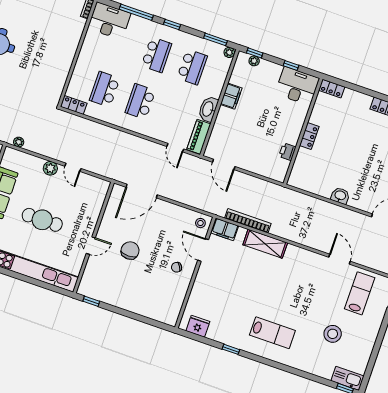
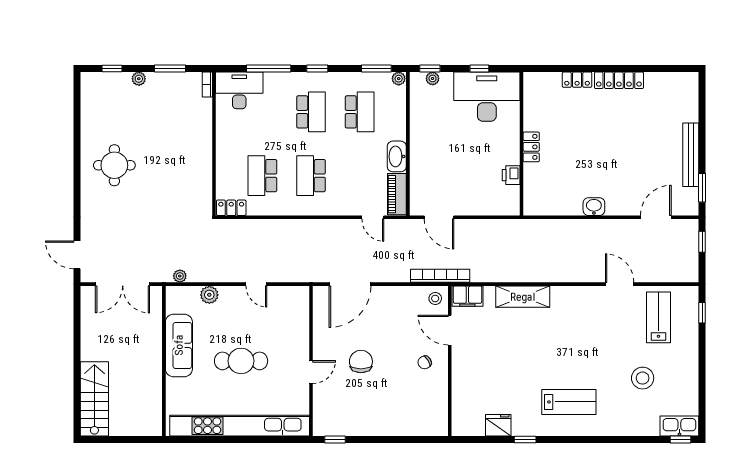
desk: (297, 86) -> (487, 97), width x1.36, depth x1.30
locker: (332, 89) -> (577, 80), moved
filing cabinet: (231, 96) -> (419, 131), removed
plant: (50, 168) -> (209, 295), moved
bookcase: (248, 221) -> (440, 276), moved
fridge: (198, 326) -> (498, 425), moved

